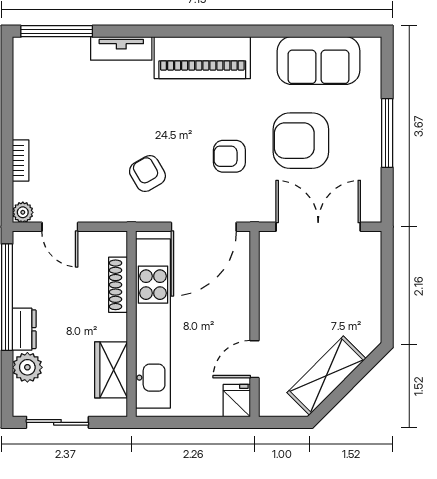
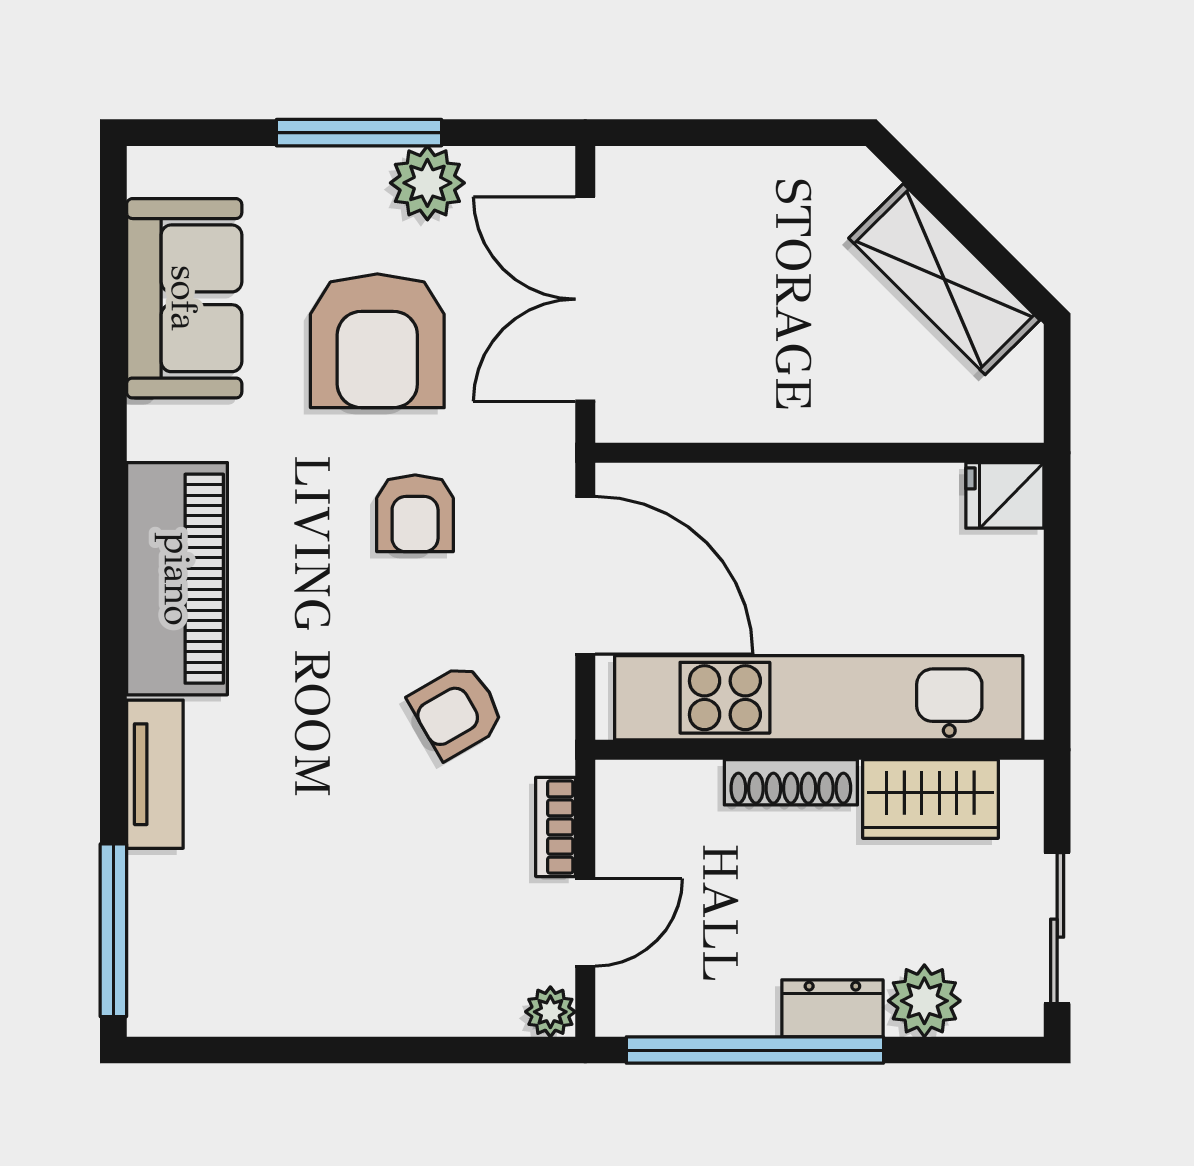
bookcase: (21, 160) -> (555, 827), moved, turned -90
plant: (366, 161) -> (427, 183), added
shoe rack: (118, 285) -> (791, 782), moved
door: (254, 359) -> (905, 453), removed

